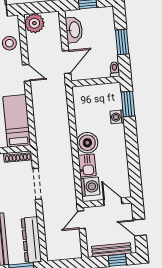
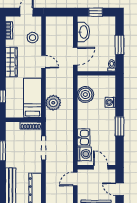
plant: (34, 23) -> (53, 103), moved
window: (128, 104) -> (120, 126), moved
boiler: (87, 143) -> (85, 95), moved

